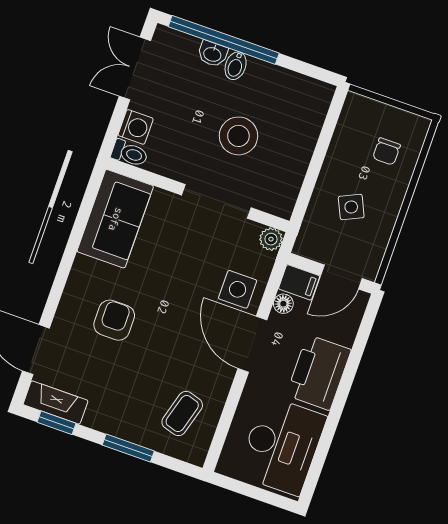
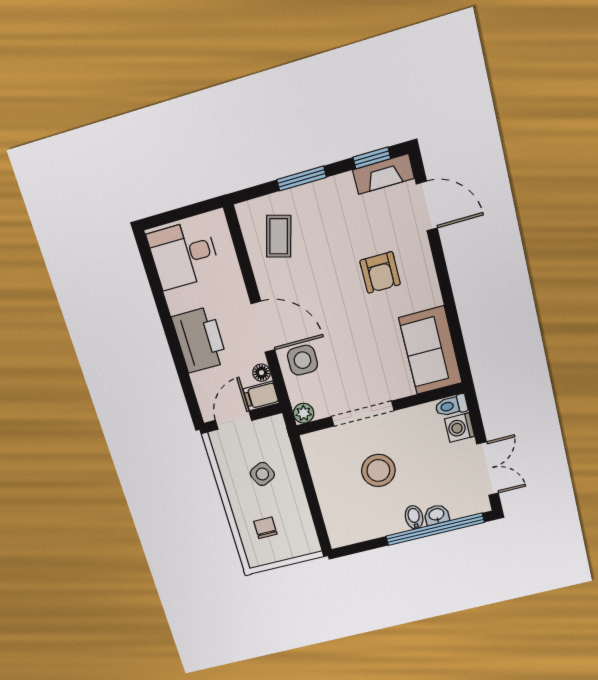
desk: (282, 446) -> (184, 255), width x0.73

